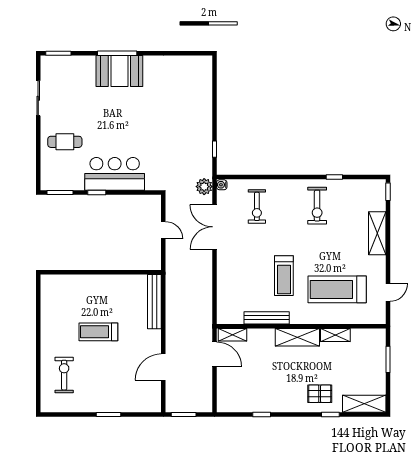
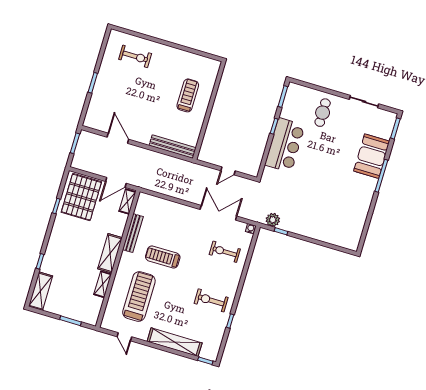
booth: (119, 71) -> (372, 156), moved
plant: (204, 187) -> (273, 220), moved
shelving: (377, 233) -> (175, 342), width x1.47
treadmill: (98, 332) -> (188, 95), moved
pallet: (320, 394) -> (81, 197), moved, width x2.05, depth x2.00

